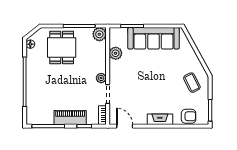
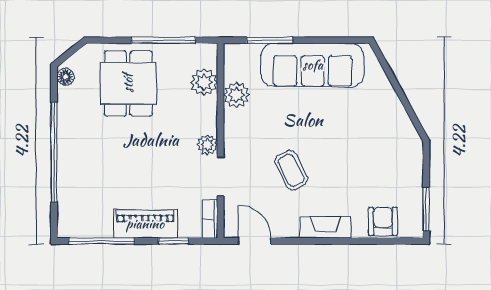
plant: (99, 34) -> (204, 82), moved
coffee table: (192, 83) -> (291, 170), moved
armchair: (189, 116) -> (383, 221), turned -90

